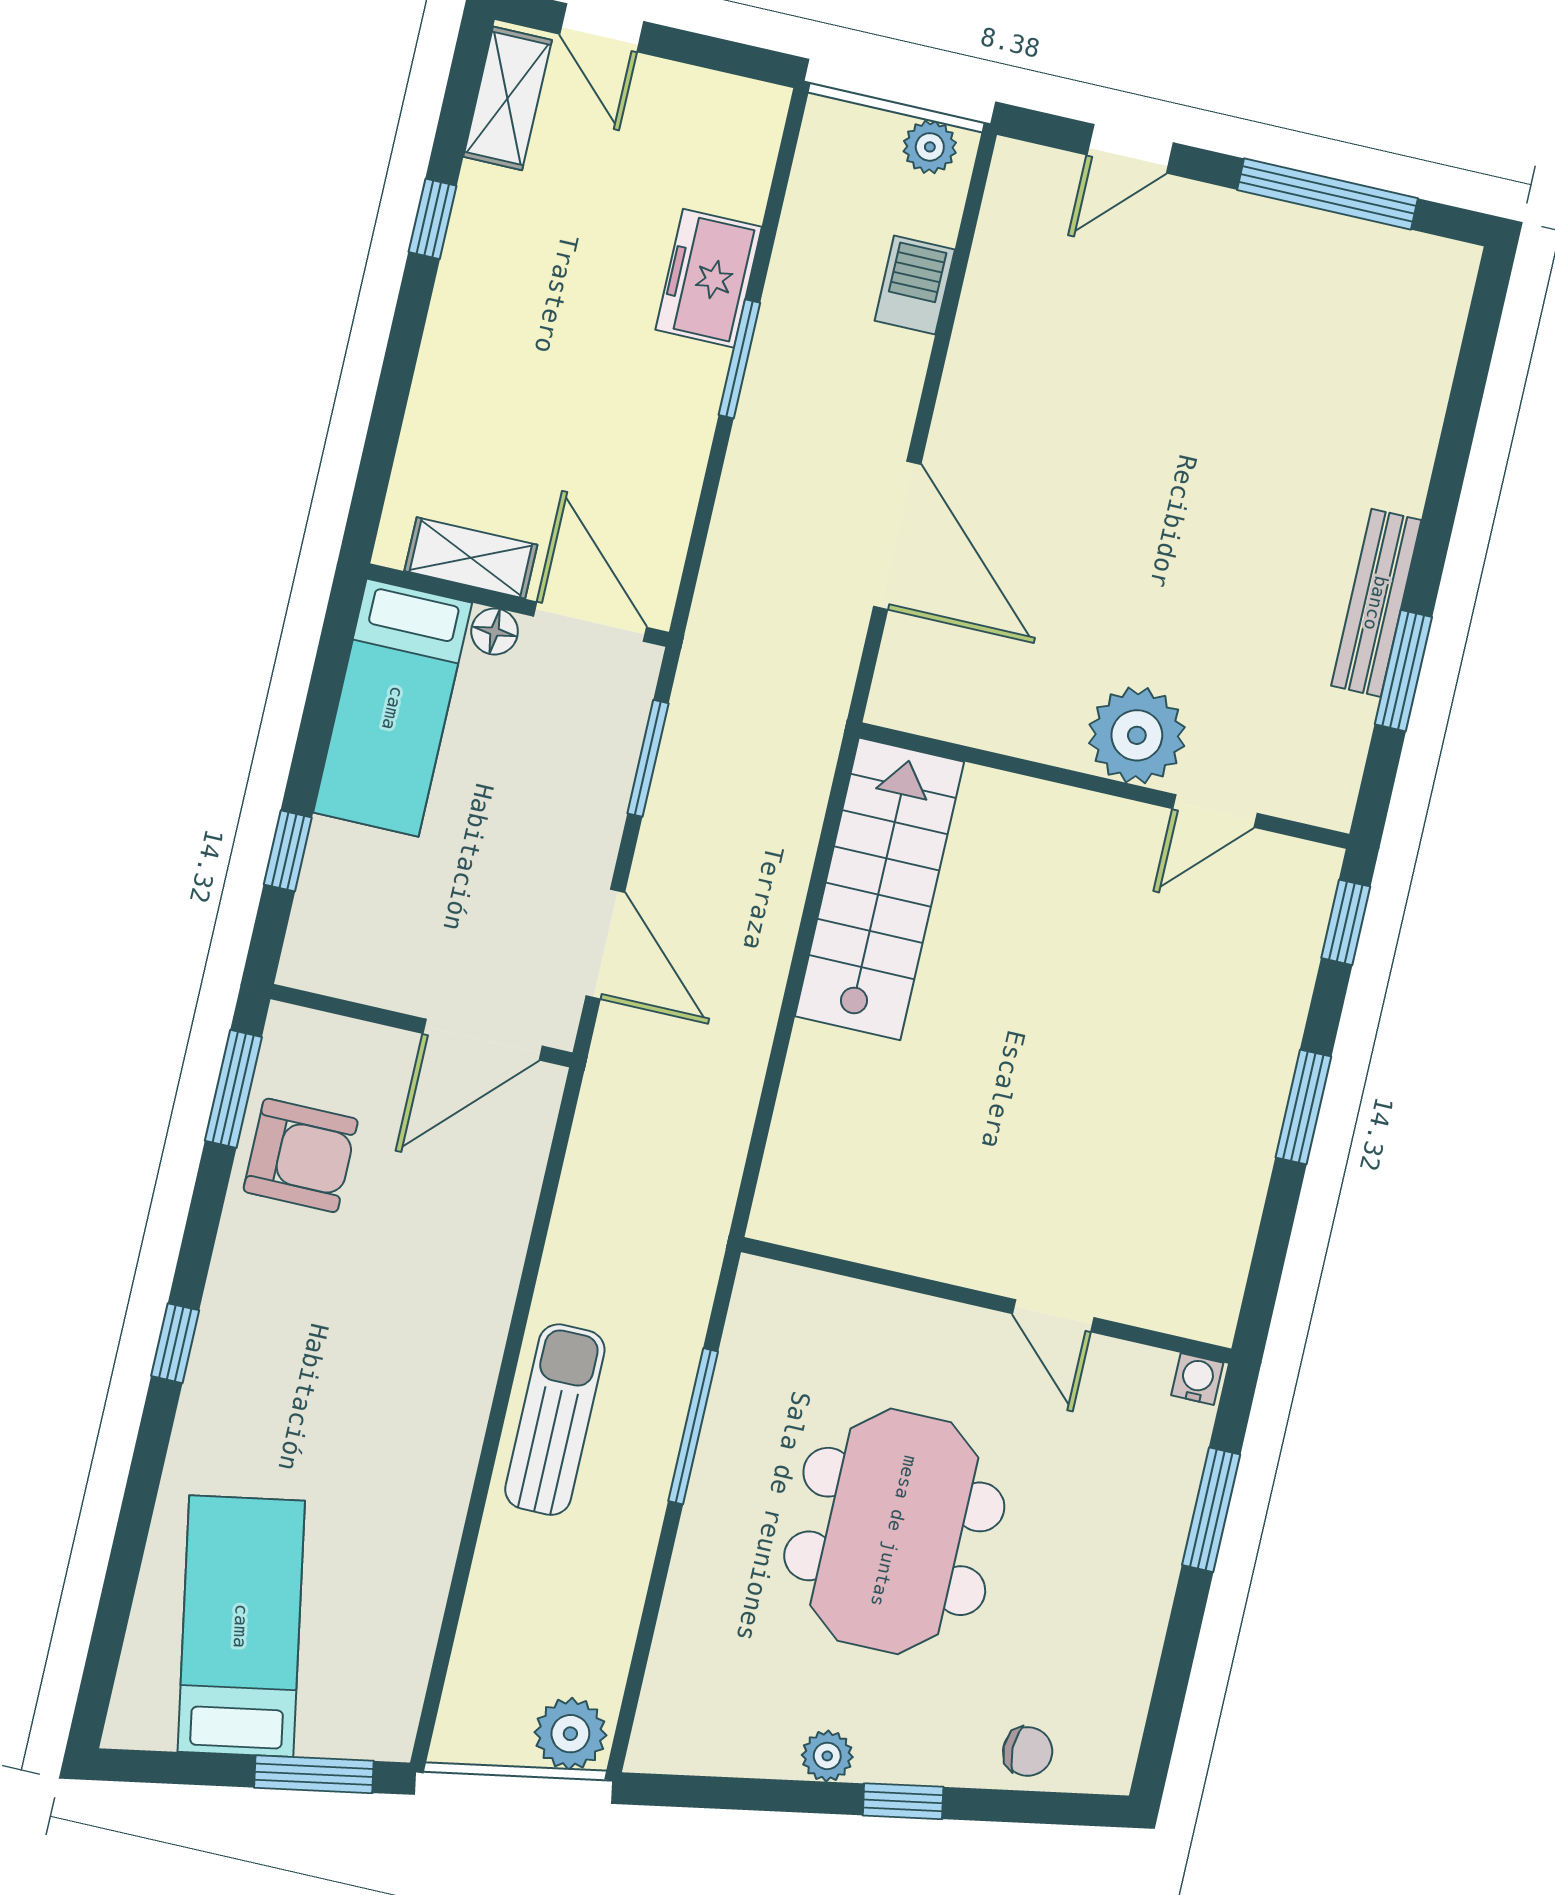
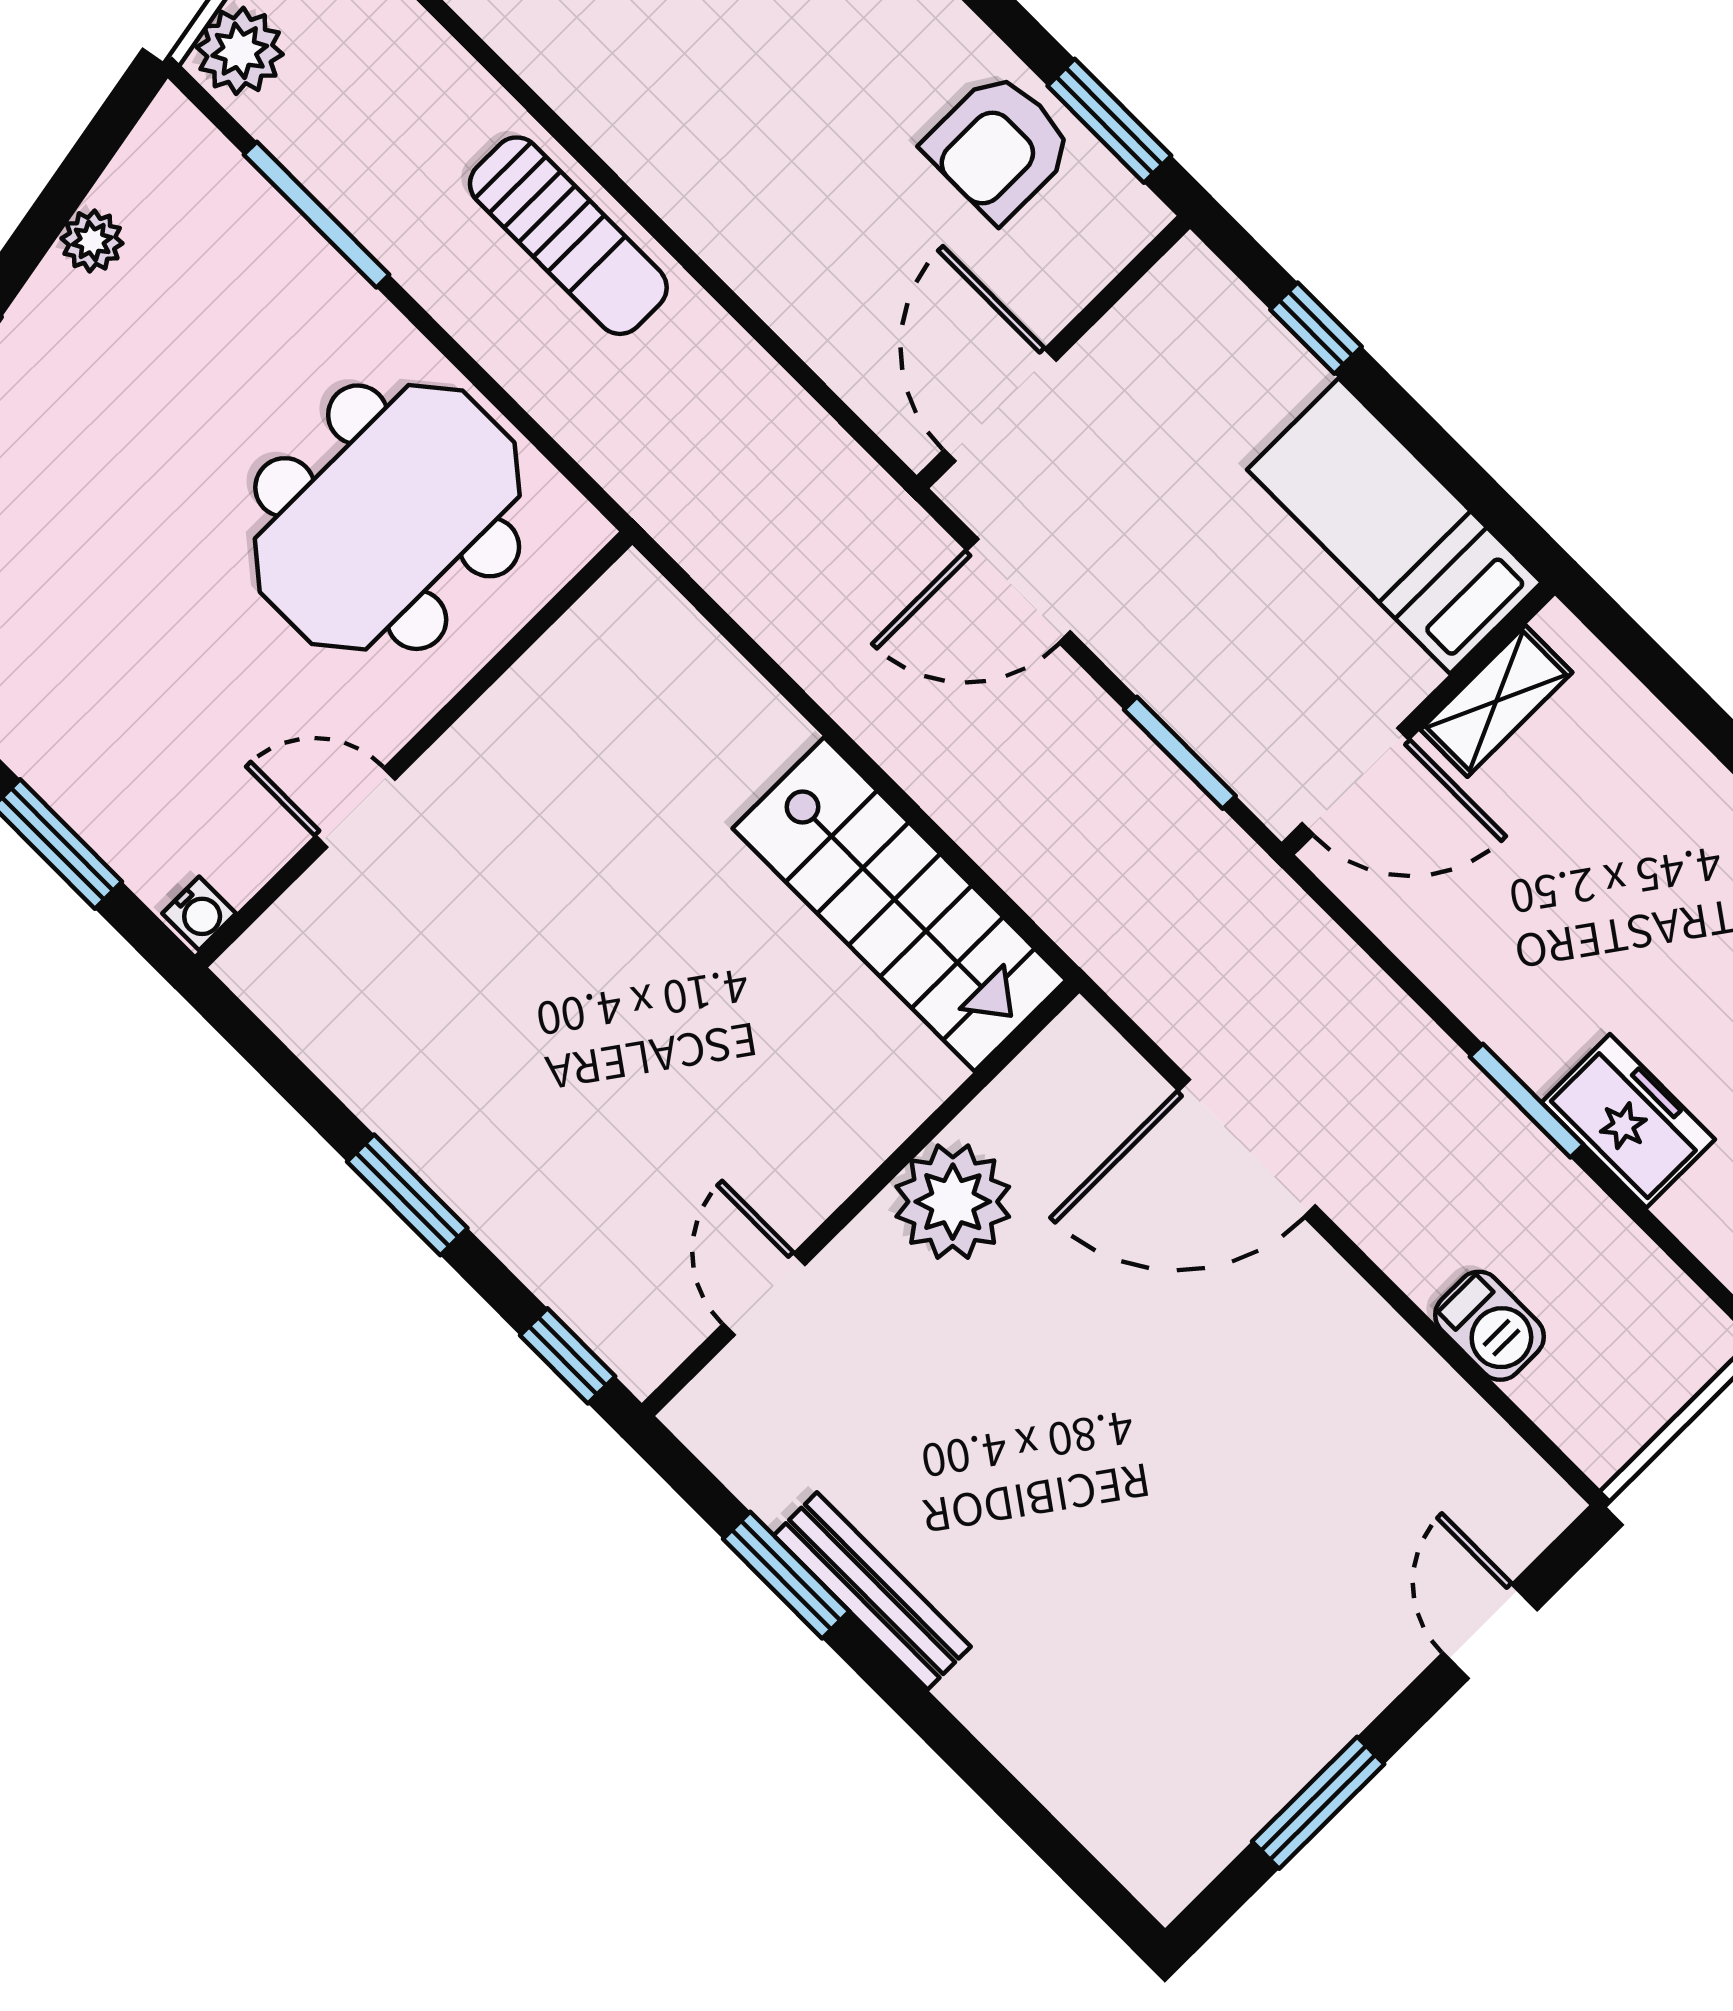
plant: (930, 147) -> (1620, 1429), removed
window: (1328, 194) -> (1318, 1803), width x0.69
floor lamp: (495, 631) -> (1407, 678), removed
plant: (1137, 735) -> (953, 1202), moved
window: (693, 1426) -> (317, 215), moved
meeting table: (894, 1531) -> (387, 517), moved, turned 90
plant: (827, 1756) -> (92, 241), moved

